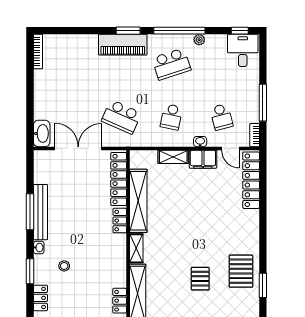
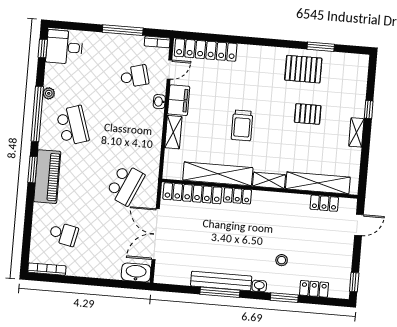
school desk: (171, 117) -> (64, 234), moved
trolley: (185, 219) -> (242, 125), added

